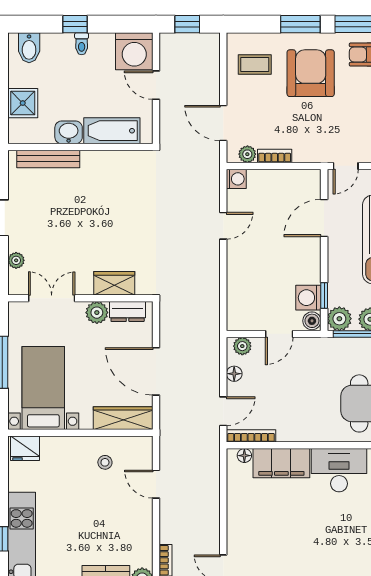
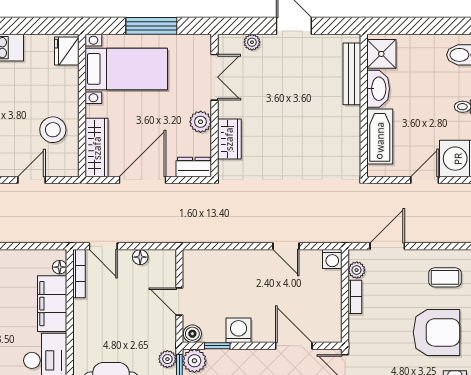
coffee table: (255, 64) -> (445, 277), turned 90
shower: (23, 103) -> (381, 54), moved
washbasin: (69, 132) -> (378, 89), width x1.38
washing machine: (308, 298) -> (239, 330), moved
dresser: (128, 312) -> (194, 167), moved, turned 90
plant: (242, 346) -> (167, 359), moved
stool: (105, 462) -> (53, 130), width x1.89, depth x1.89

